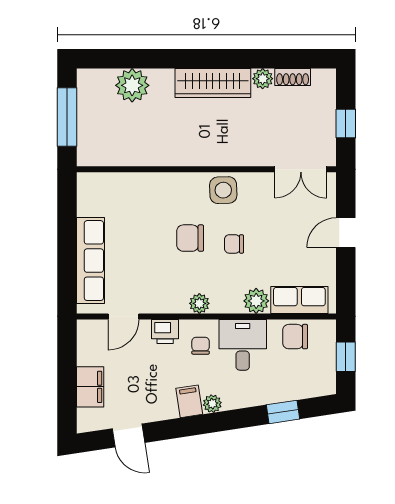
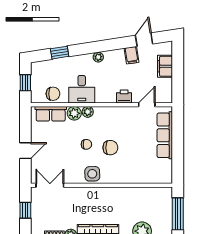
plant: (199, 303) -> (88, 112), moved
chair: (201, 346) -> (105, 89), removed
filing cabinet: (189, 401) -> (132, 55), moved
door: (128, 436) -> (144, 40), hinge flipped

